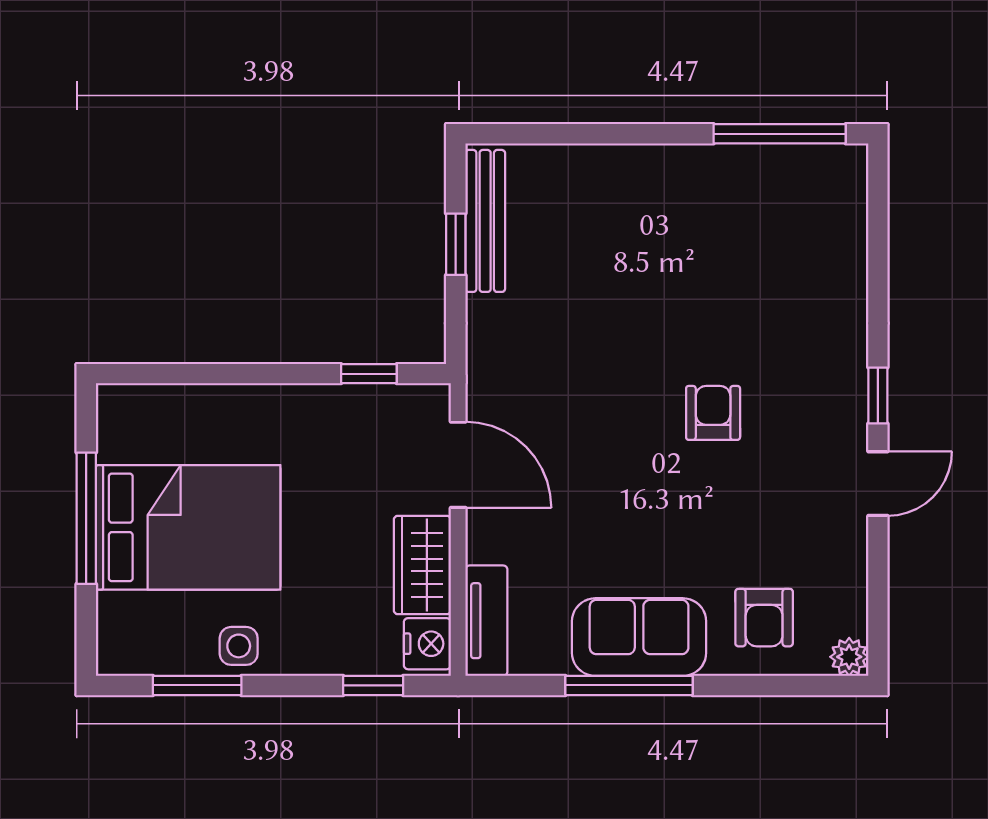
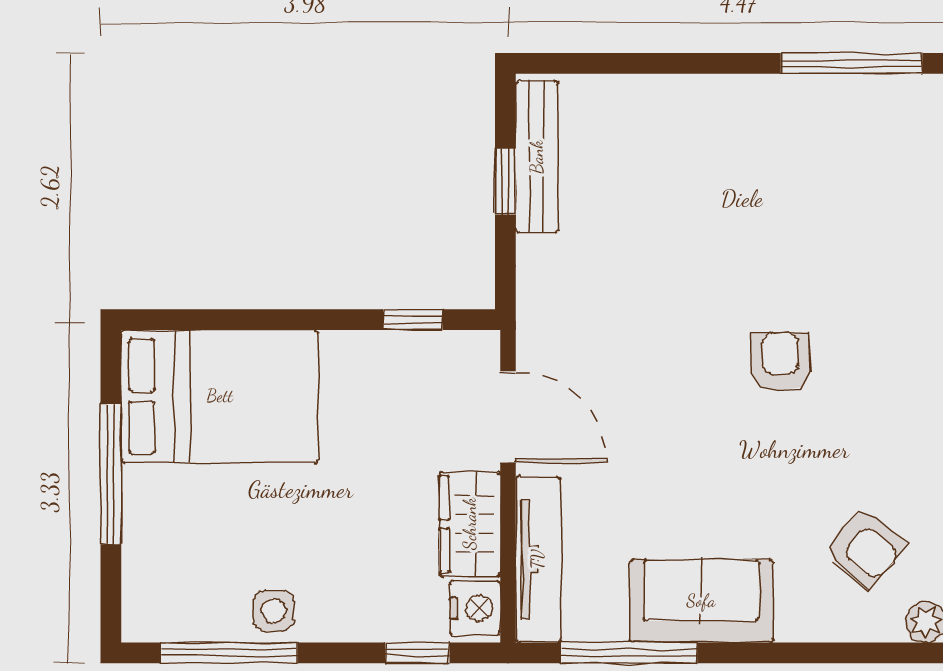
bed: (188, 527) -> (220, 396), moved
armchair: (764, 618) -> (865, 547), moved, turned -49
tv unit: (486, 621) -> (538, 559), width x1.41
window: (197, 685) -> (229, 653), width x1.44
window: (629, 685) -> (629, 653), moved

